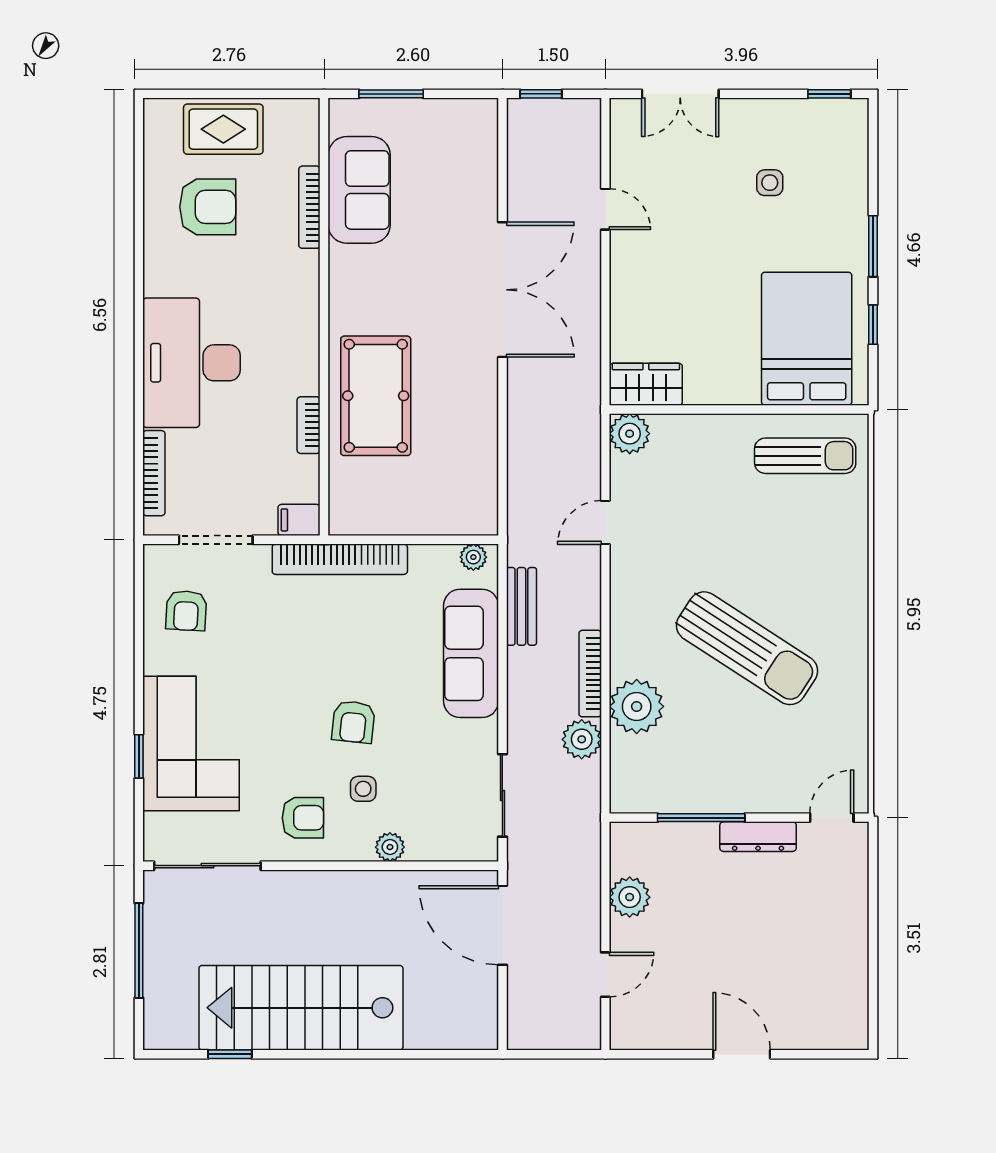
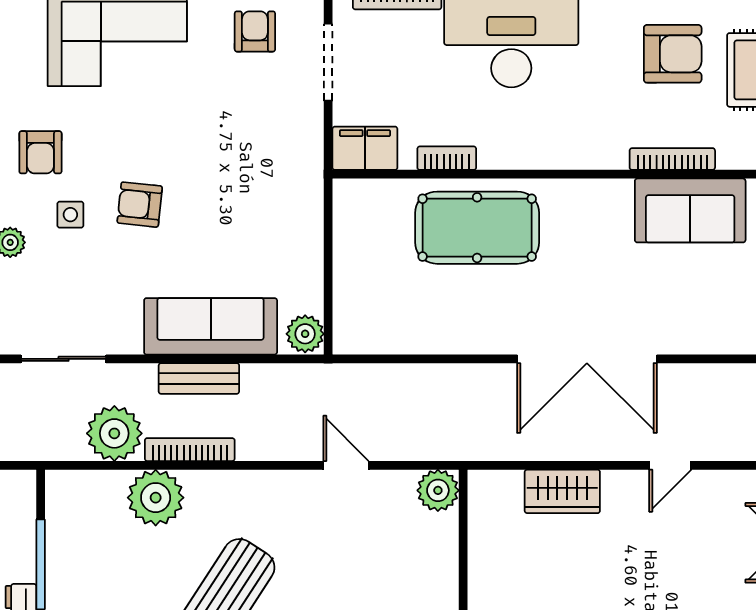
armchair: (208, 207) -> (673, 54), turned -90
wardrobe: (646, 384) -> (562, 491), moved, turned 90
filing cabinet: (299, 520) -> (365, 148), width x2.00
plant: (473, 557) -> (305, 334), width x1.38, depth x1.38
bookcase: (340, 559) -> (308, 190), removed
bench: (521, 606) -> (199, 378), moved
armchair: (186, 611) -> (255, 31), turned 87
plant: (582, 739) -> (114, 433), width x1.36, depth x1.36

